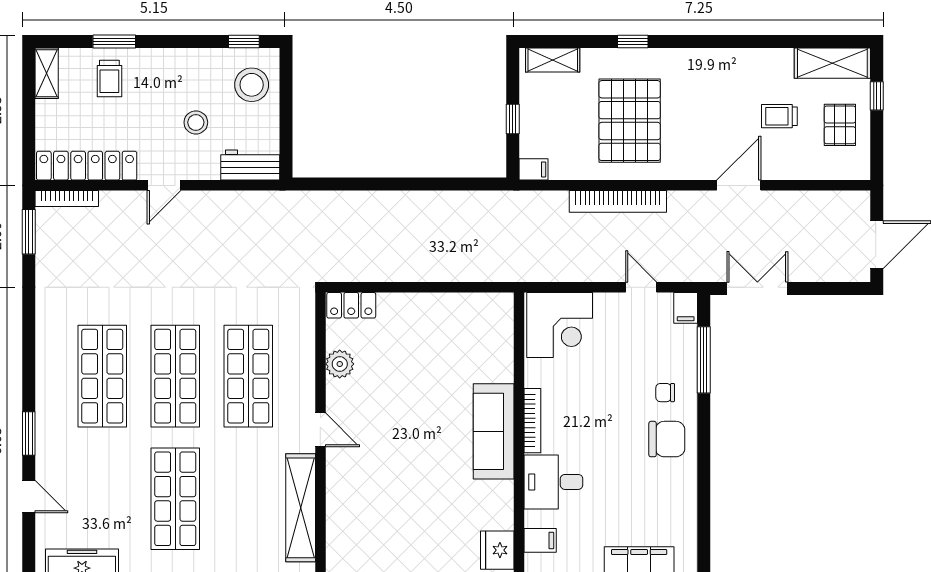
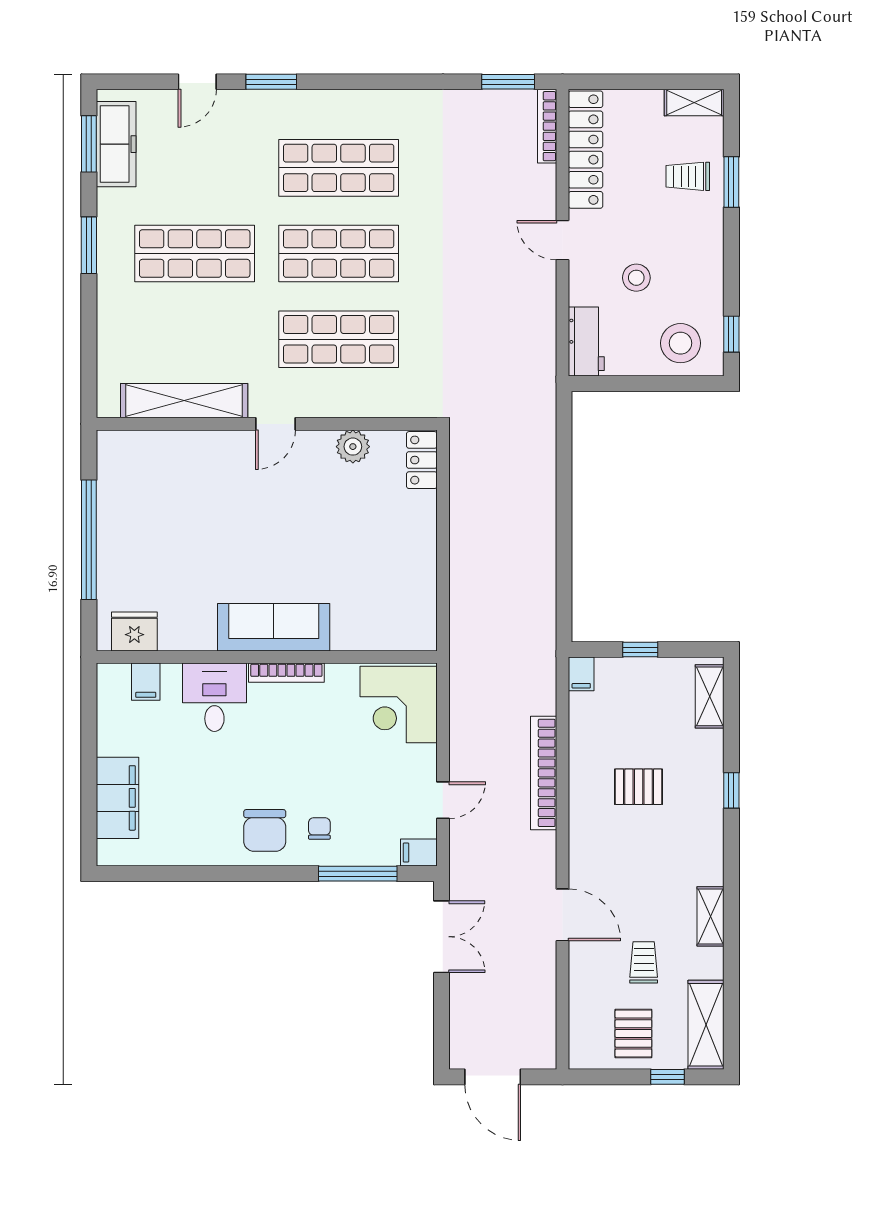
shelving: (740, 59) -> (710, 916), added
pallet: (630, 121) -> (639, 787), width x0.49, depth x0.50
pallet: (840, 125) -> (633, 1033), turned 90

